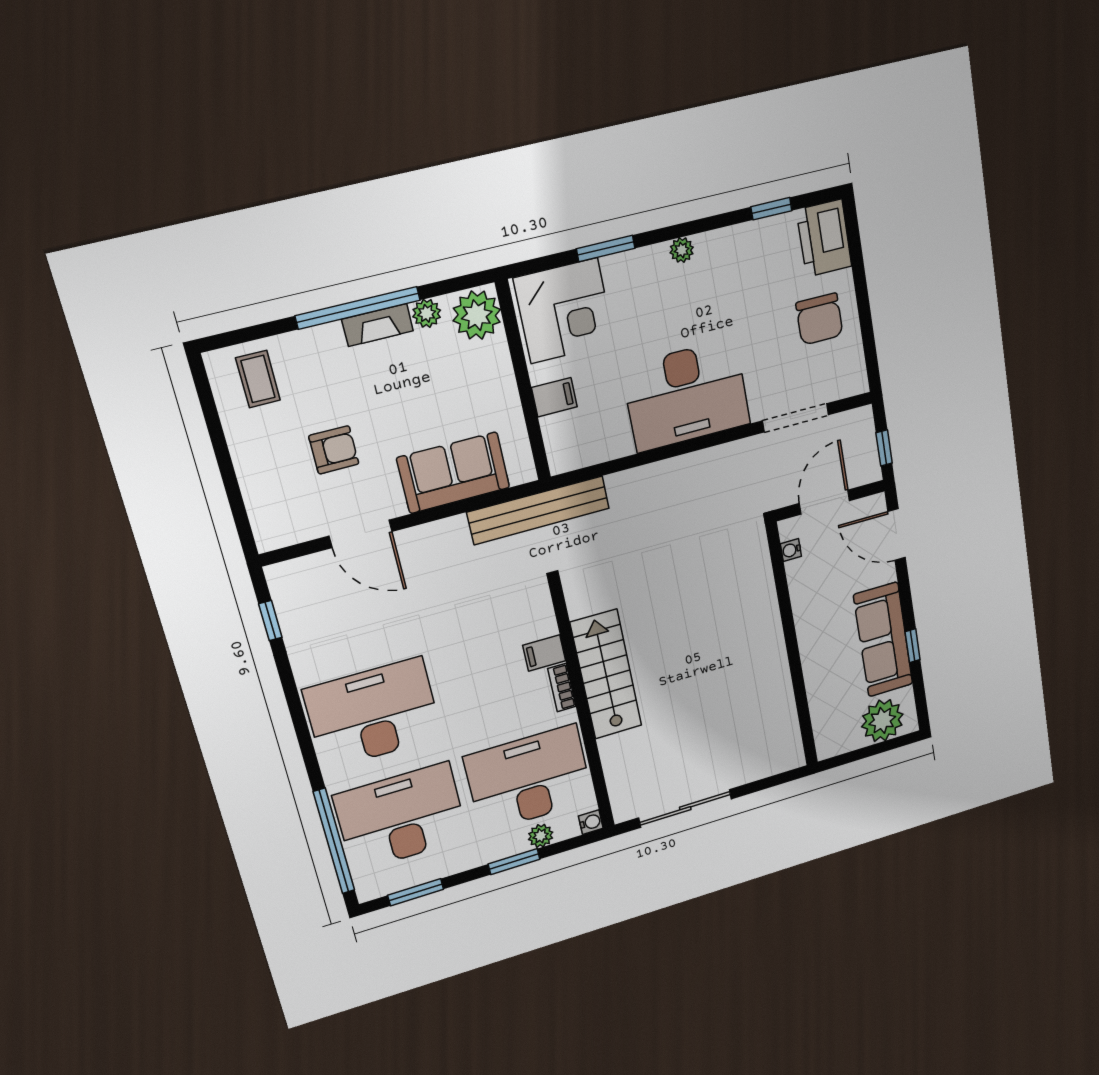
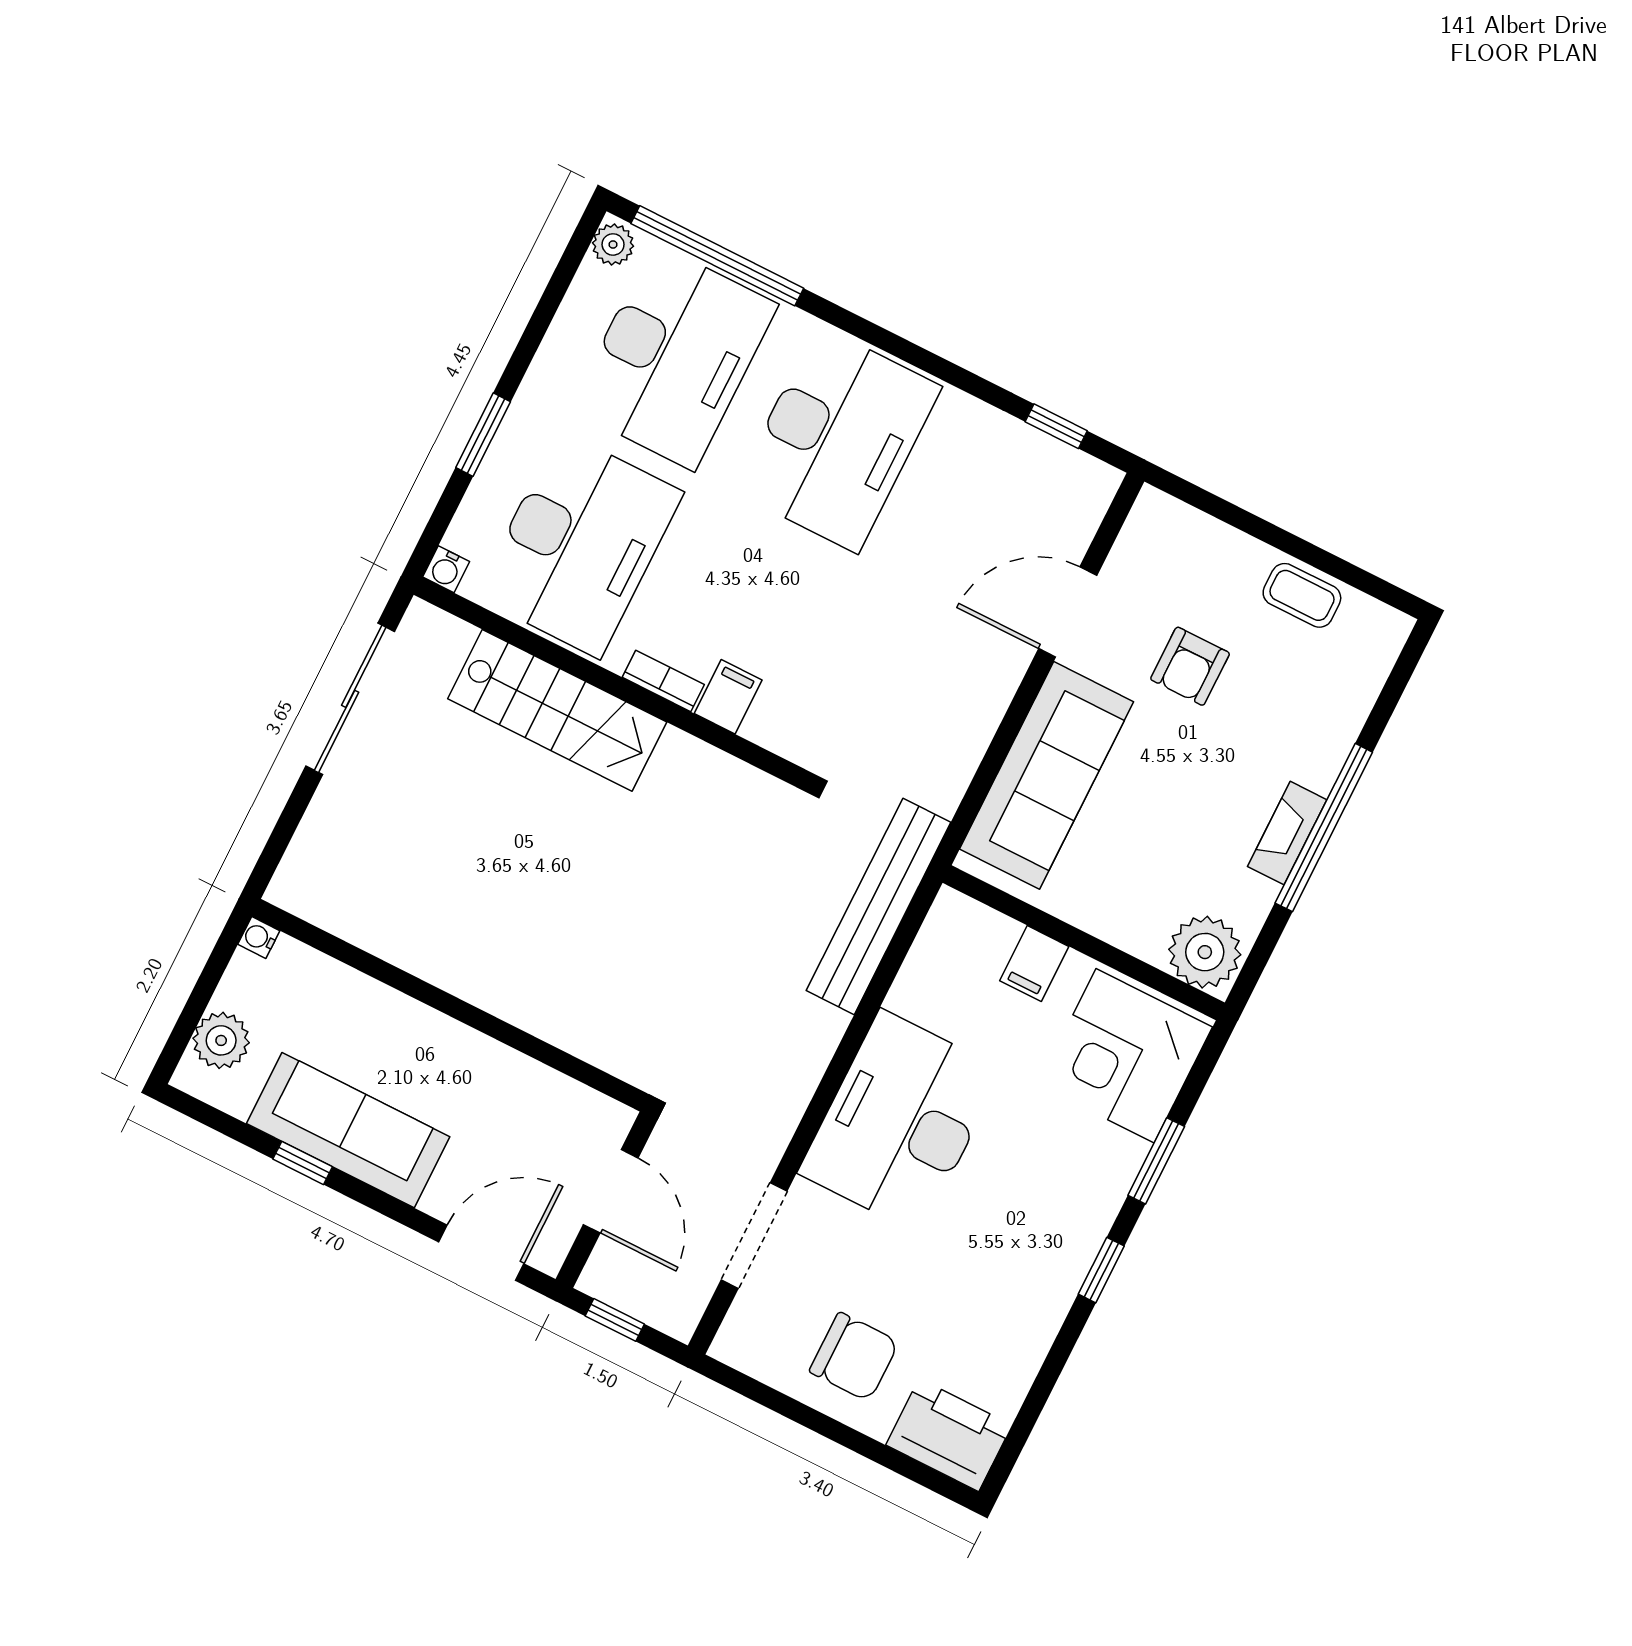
window: (771, 209) -> (1101, 1270), moved
plant: (682, 250) -> (1080, 1249), removed
plant: (427, 313) -> (1254, 898), removed
chair: (819, 319) -> (854, 1357), turned 180
coffee table: (258, 379) -> (1302, 595), moved
sofa: (453, 473) -> (1047, 775), width x1.36
bench: (539, 510) -> (879, 906), moved
water cooler: (791, 550) -> (259, 937), moved, turned -90
stairs: (606, 674) -> (557, 710), moved
plant: (882, 720) -> (221, 1040), width x0.73, depth x0.73
plant: (541, 836) -> (613, 244), moved
window: (416, 892) -> (557, 288), removed

